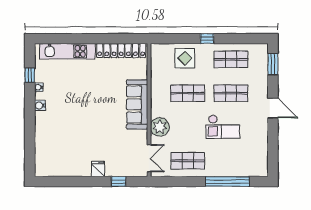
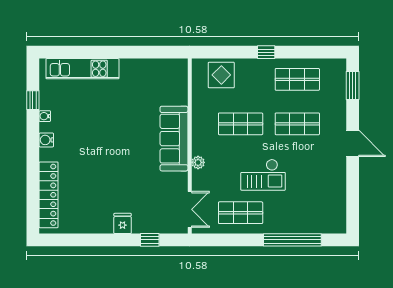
locker: (121, 51) -> (49, 195), moved, turned -90
display table: (185, 58) -> (221, 75), moved
plant: (160, 127) -> (198, 162), width x0.53, depth x0.53
checkout: (223, 127) -> (263, 175), moved

